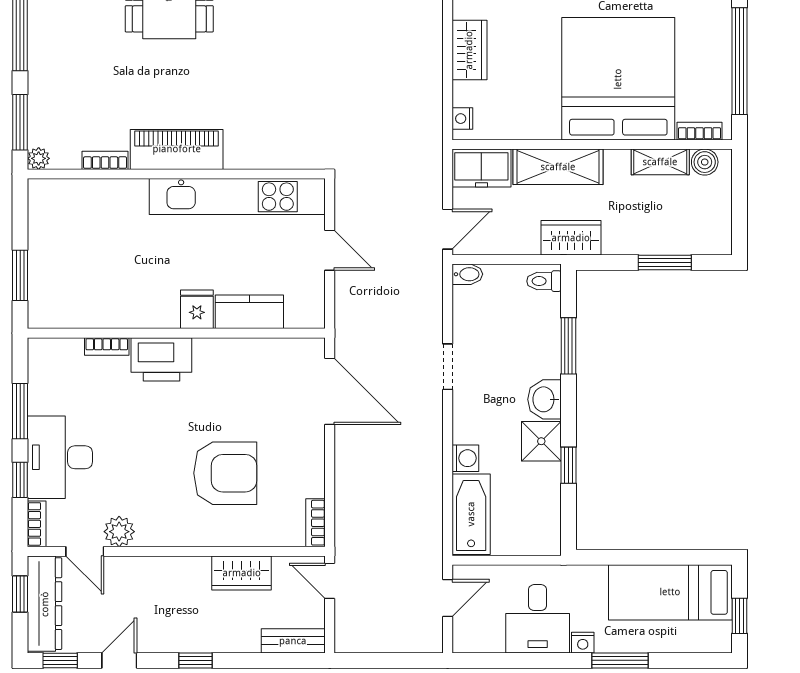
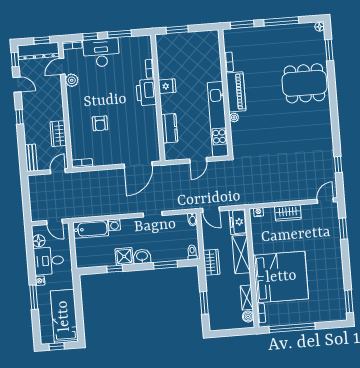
plant: (39, 158) -> (234, 117), moved
fridge: (197, 309) -> (167, 86), moved
armchair: (225, 473) -> (100, 123), width x0.53, depth x0.53
floor lamp: (489, 639) -> (39, 241), added

